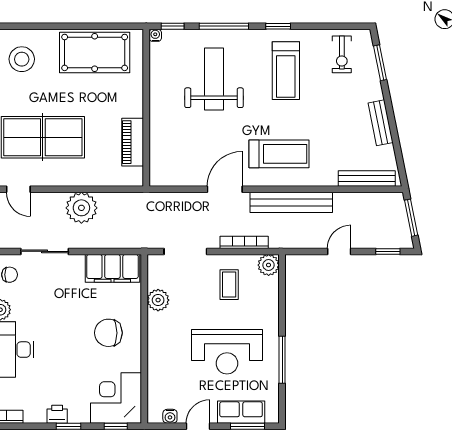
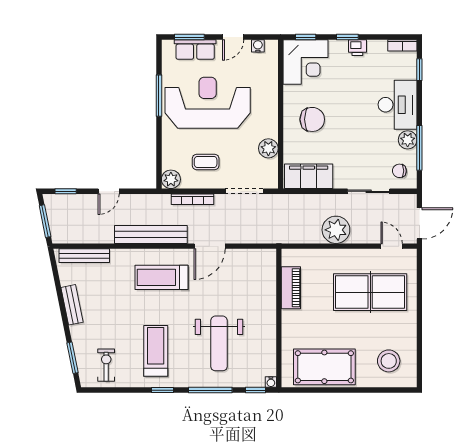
coffee table: (229, 285) -> (206, 162), turned 90
reception desk: (227, 352) -> (208, 103), width x1.36, depth x1.30

